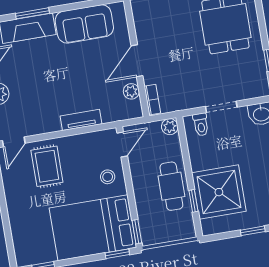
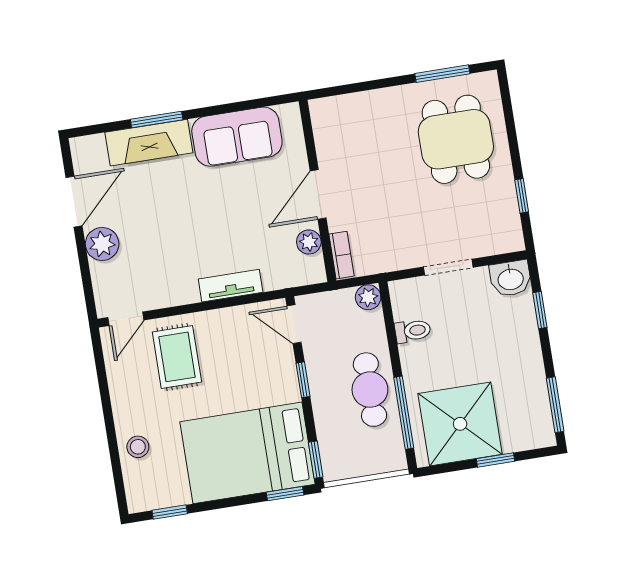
toilet: (201, 124) -> (413, 331), moved, turned -90
door: (122, 144) -> (294, 324), swing flipped
stool: (108, 177) -> (138, 447), moved
window: (128, 180) -> (303, 380), added
shower: (219, 192) -> (460, 424), moved
window: (193, 201) -> (404, 413), width x2.17

